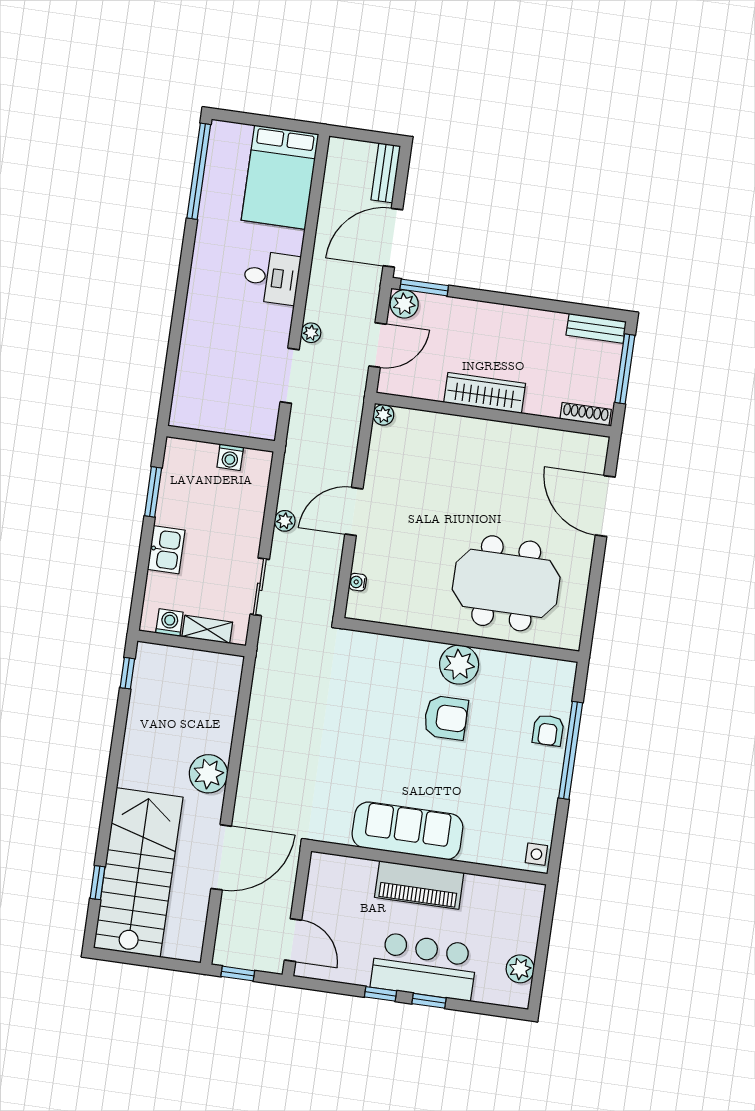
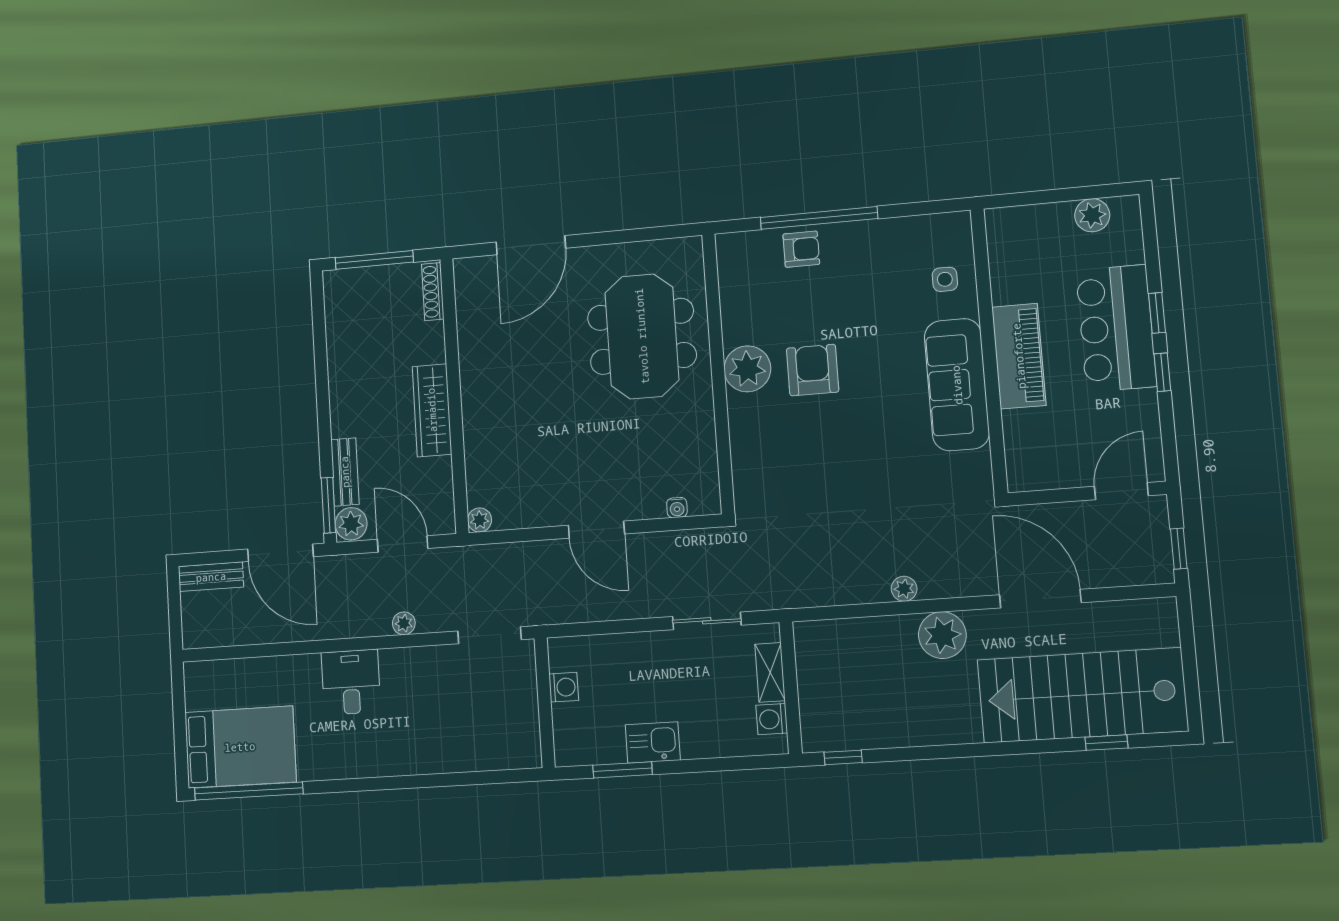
bed: (280, 177) -> (240, 747), moved
bench: (596, 328) -> (345, 472), moved
doorway: (290, 376) -> (490, 635), moved
plant: (285, 521) -> (904, 589), moved
kitchen sink: (166, 550) -> (653, 742), moved
side table: (536, 854) -> (945, 279), moved

